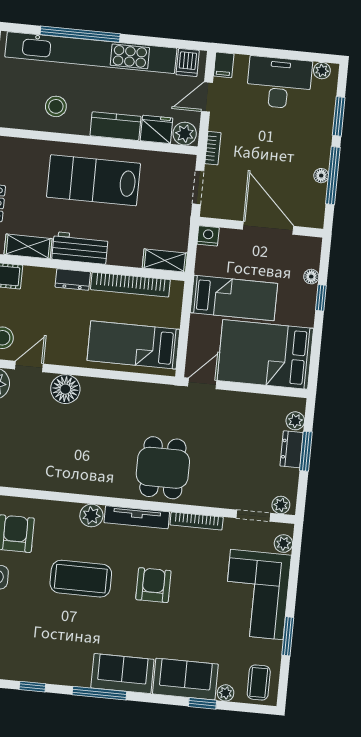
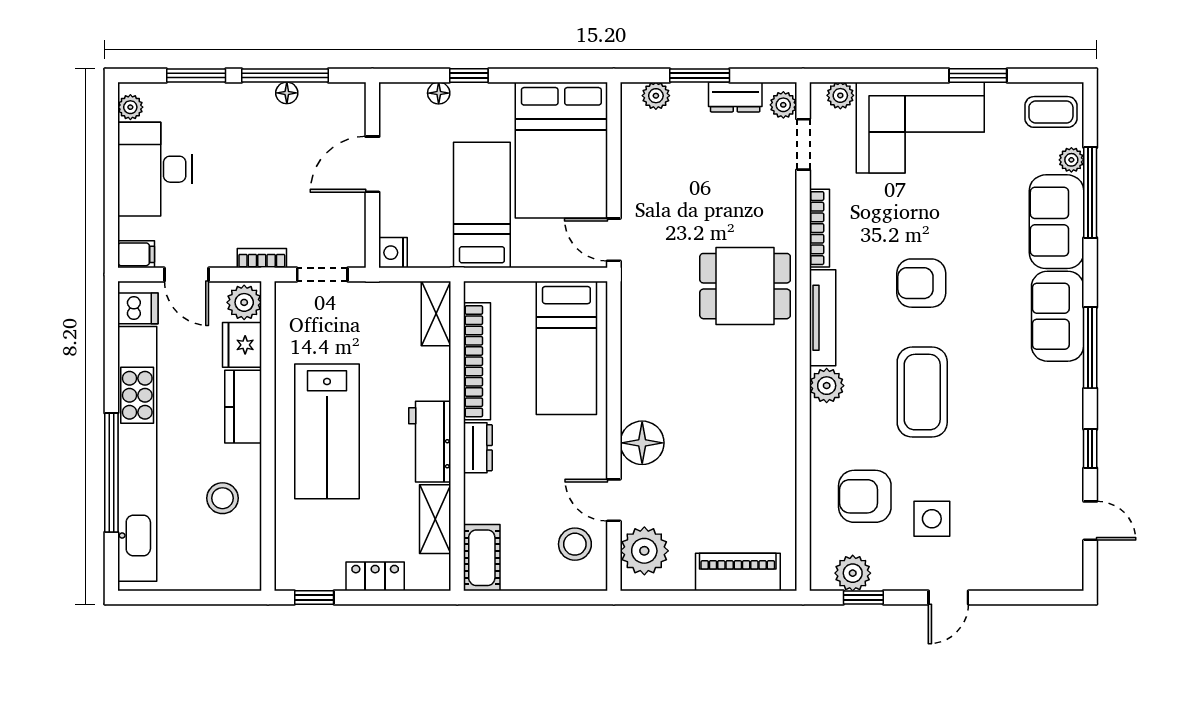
door: (268, 228) -> (372, 164), width x0.73
dresser: (292, 449) -> (735, 97), moved
window: (203, 703) -> (1090, 193), width x2.17

